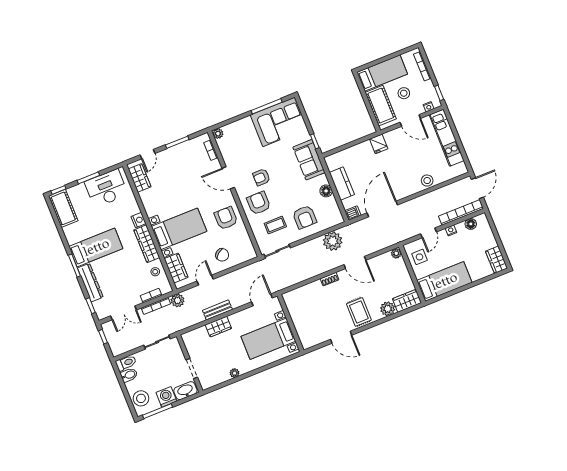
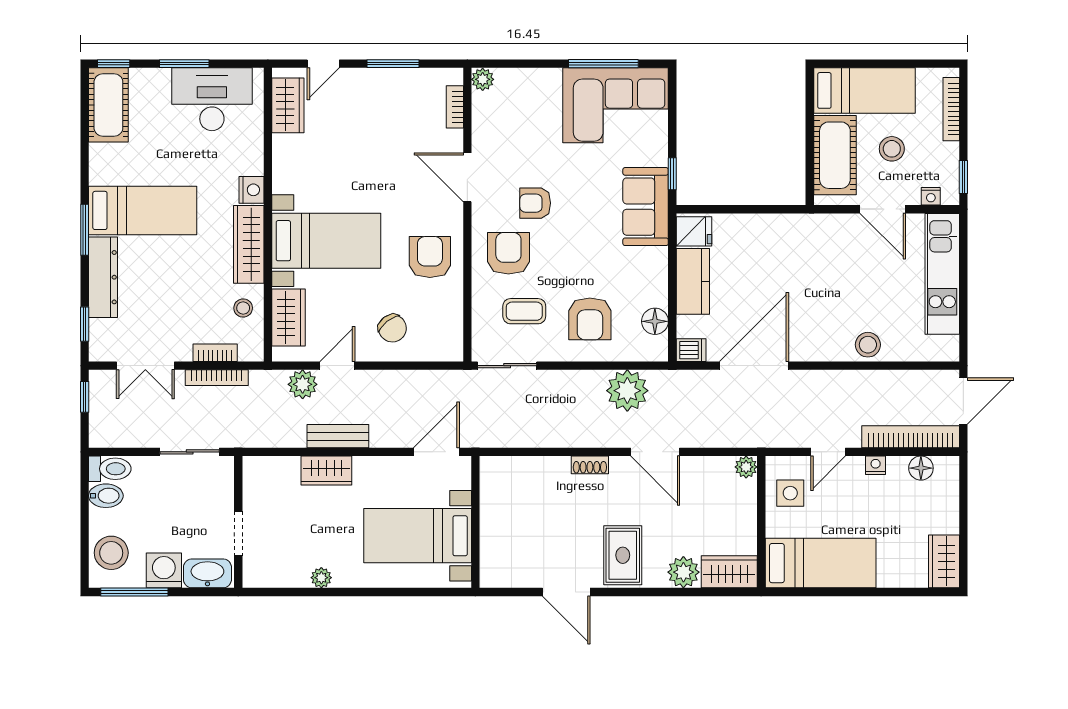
fridge: (379, 144) -> (694, 231), moved, turned -90
floor lamp: (326, 191) -> (655, 321), moved
plant: (178, 300) -> (303, 384), moved

